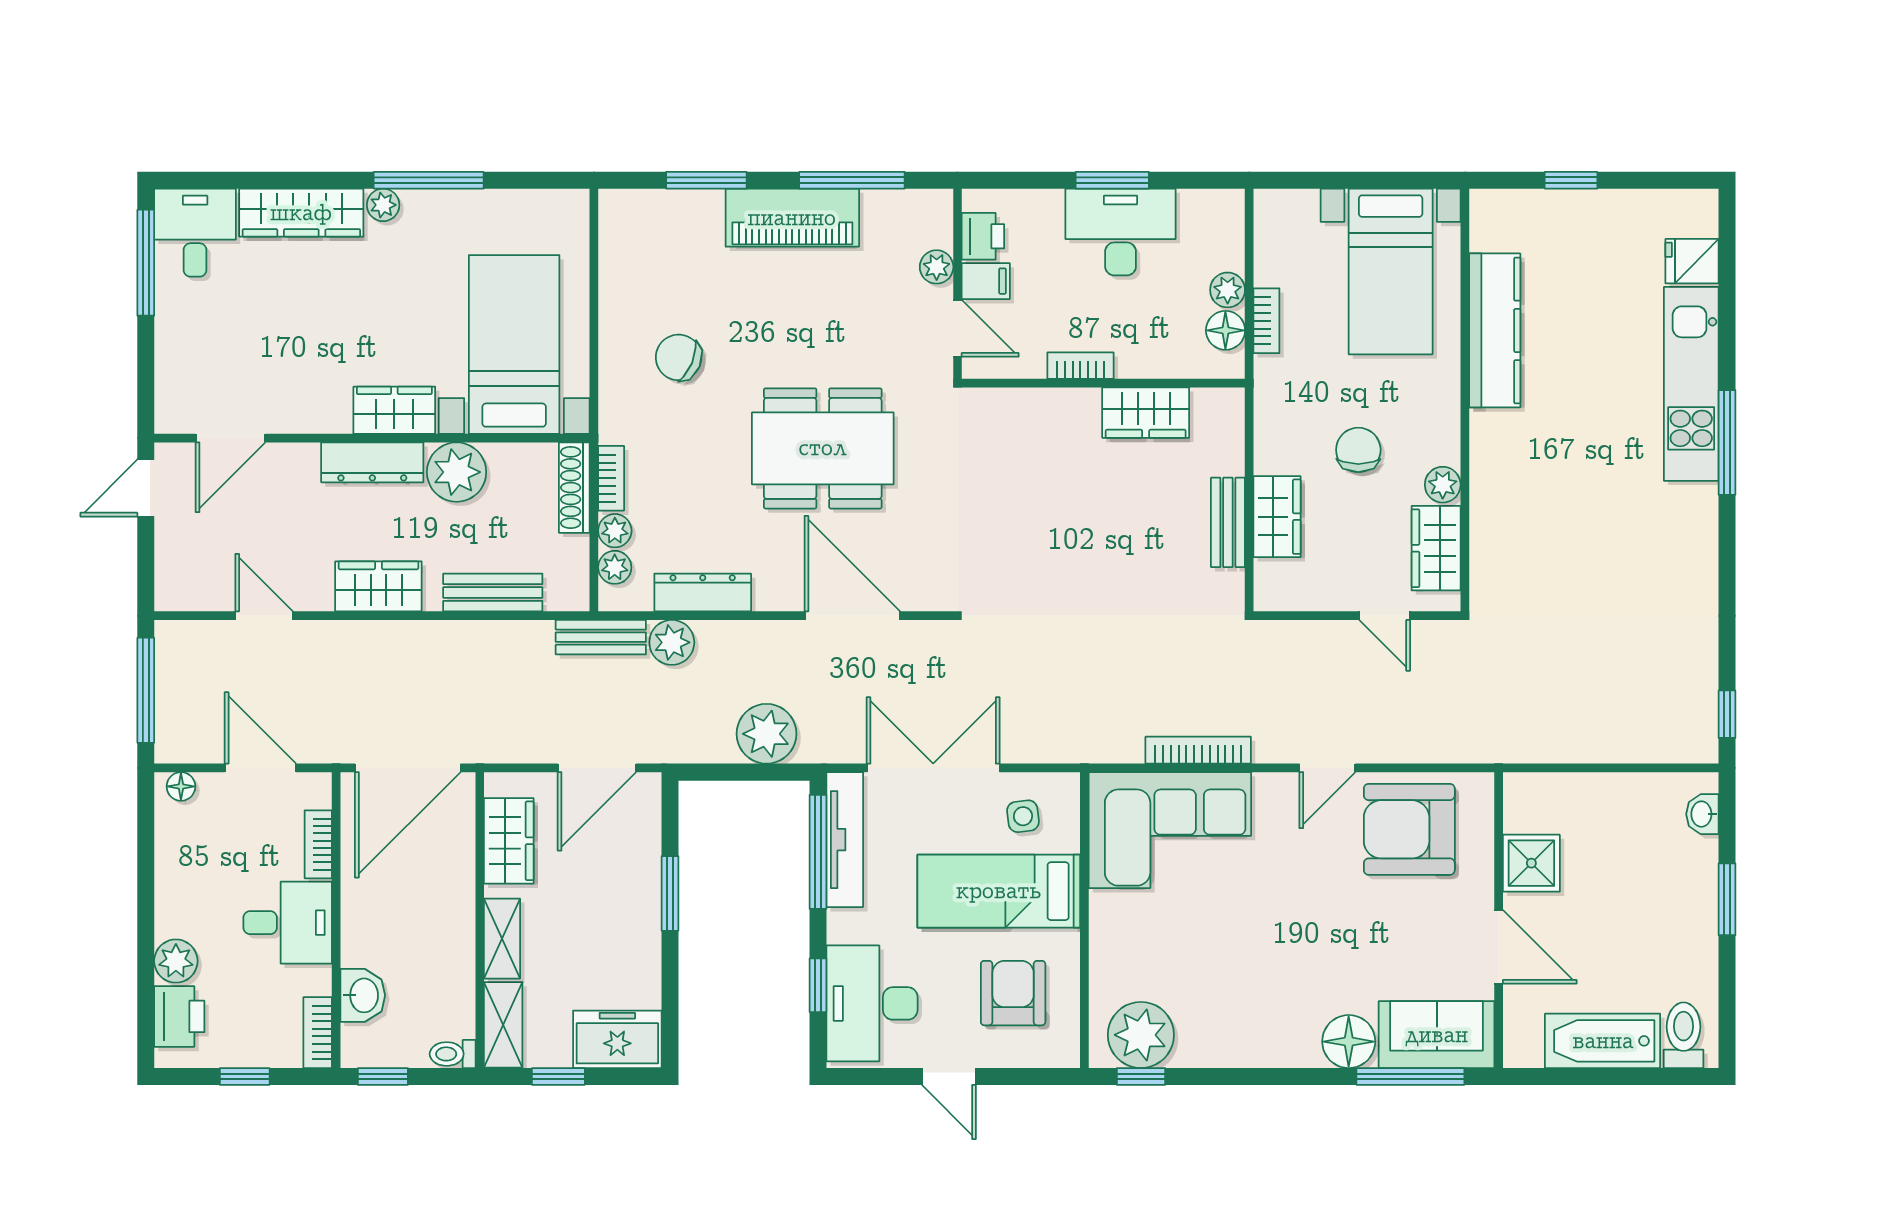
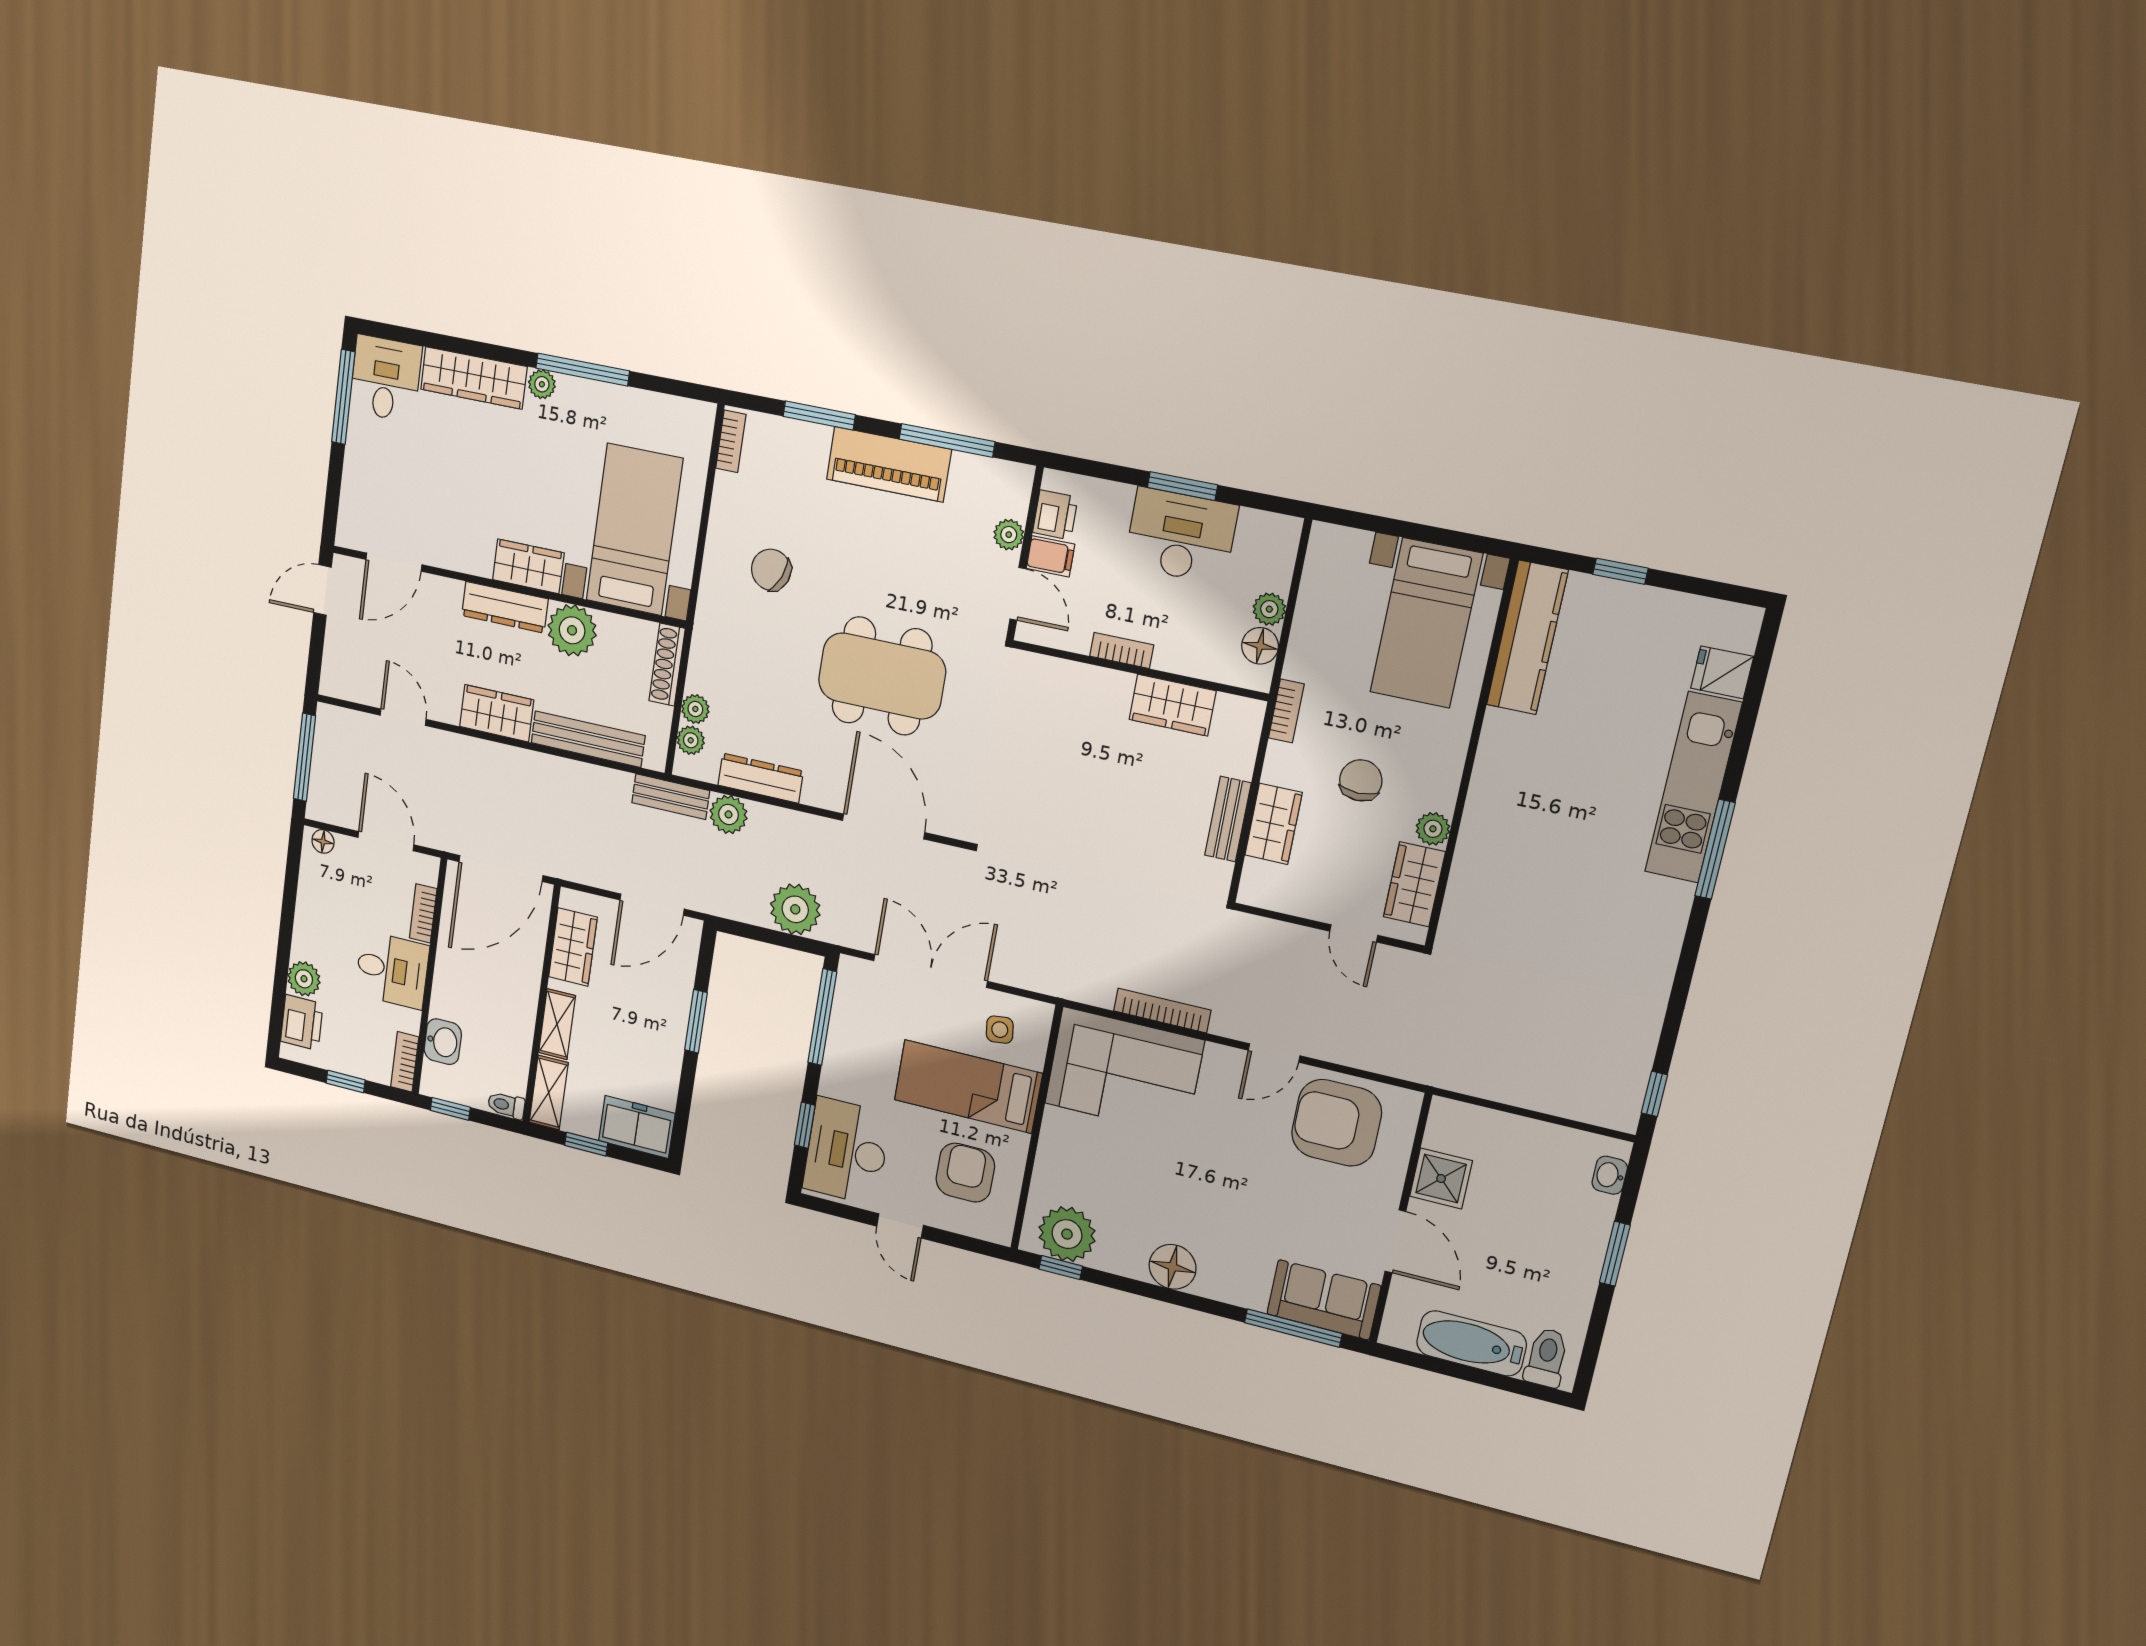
bookcase: (1266, 321) -> (1286, 711), moved
kitchen counter: (1495, 330) -> (1527, 638), moved
bookcase: (611, 478) -> (731, 441), moved
bench: (493, 593) -> (588, 739), width x1.36
tv unit: (845, 840) -> (846, 1013), removed
floor lamp: (1349, 1042) -> (1173, 1267), moved

